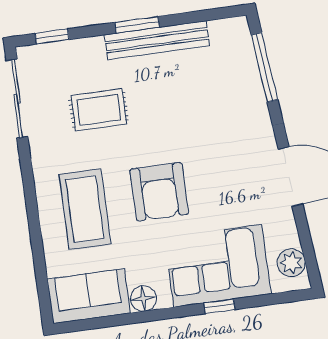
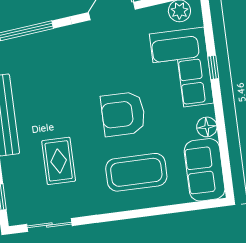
sliding door: (17, 99) -> (49, 225), width x0.73
armchair: (159, 192) -> (123, 114), turned 180

